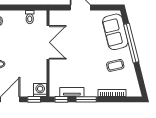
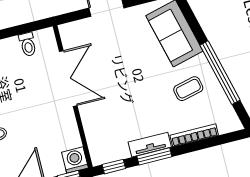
window: (131, 43) -> (220, 73), moved
tv unit: (72, 92) -> (150, 145), moved

